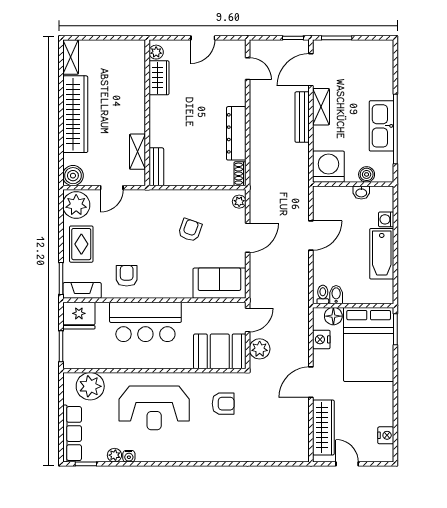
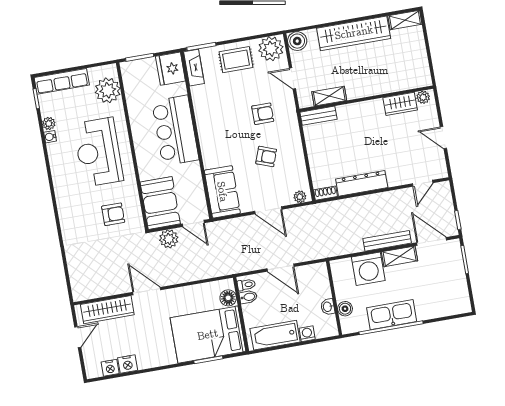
washing machine: (328, 167) -> (368, 269), moved, turned 90
armchair: (127, 276) -> (263, 114), moved
toilet: (323, 294) -> (246, 285), moved
bidet: (336, 295) -> (248, 297), moved
wall: (353, 306) -> (241, 314), moved
floor lamp: (333, 316) -> (228, 298), moved
nightstand: (321, 339) -> (128, 364), moved, turned 180
bed: (369, 344) -> (208, 335), moved
armchair: (223, 404) -> (113, 214), turned -90

